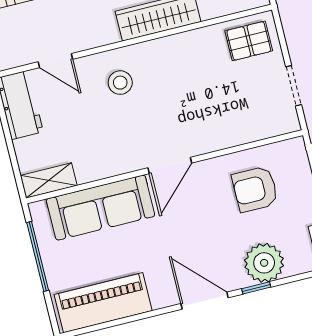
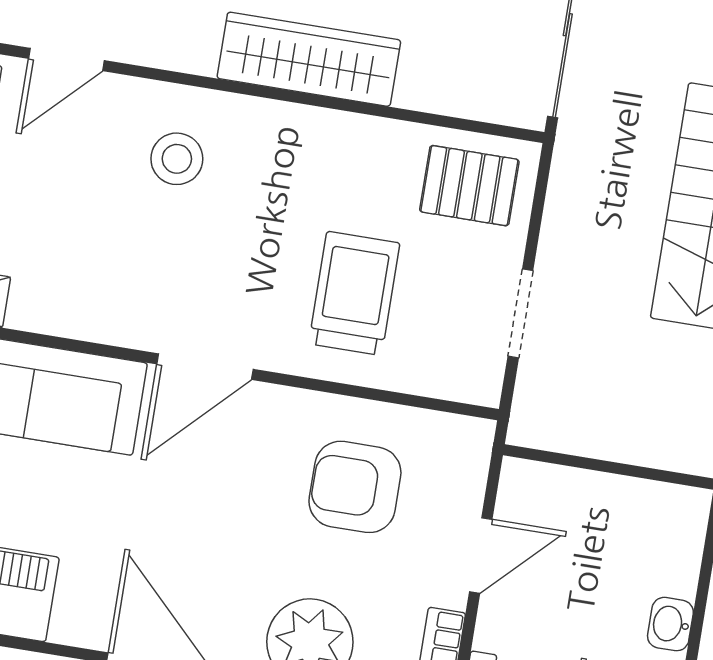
door: (55, 61) -> (66, 59), hinge flipped
trolley: (220, 107) -> (354, 293), added

